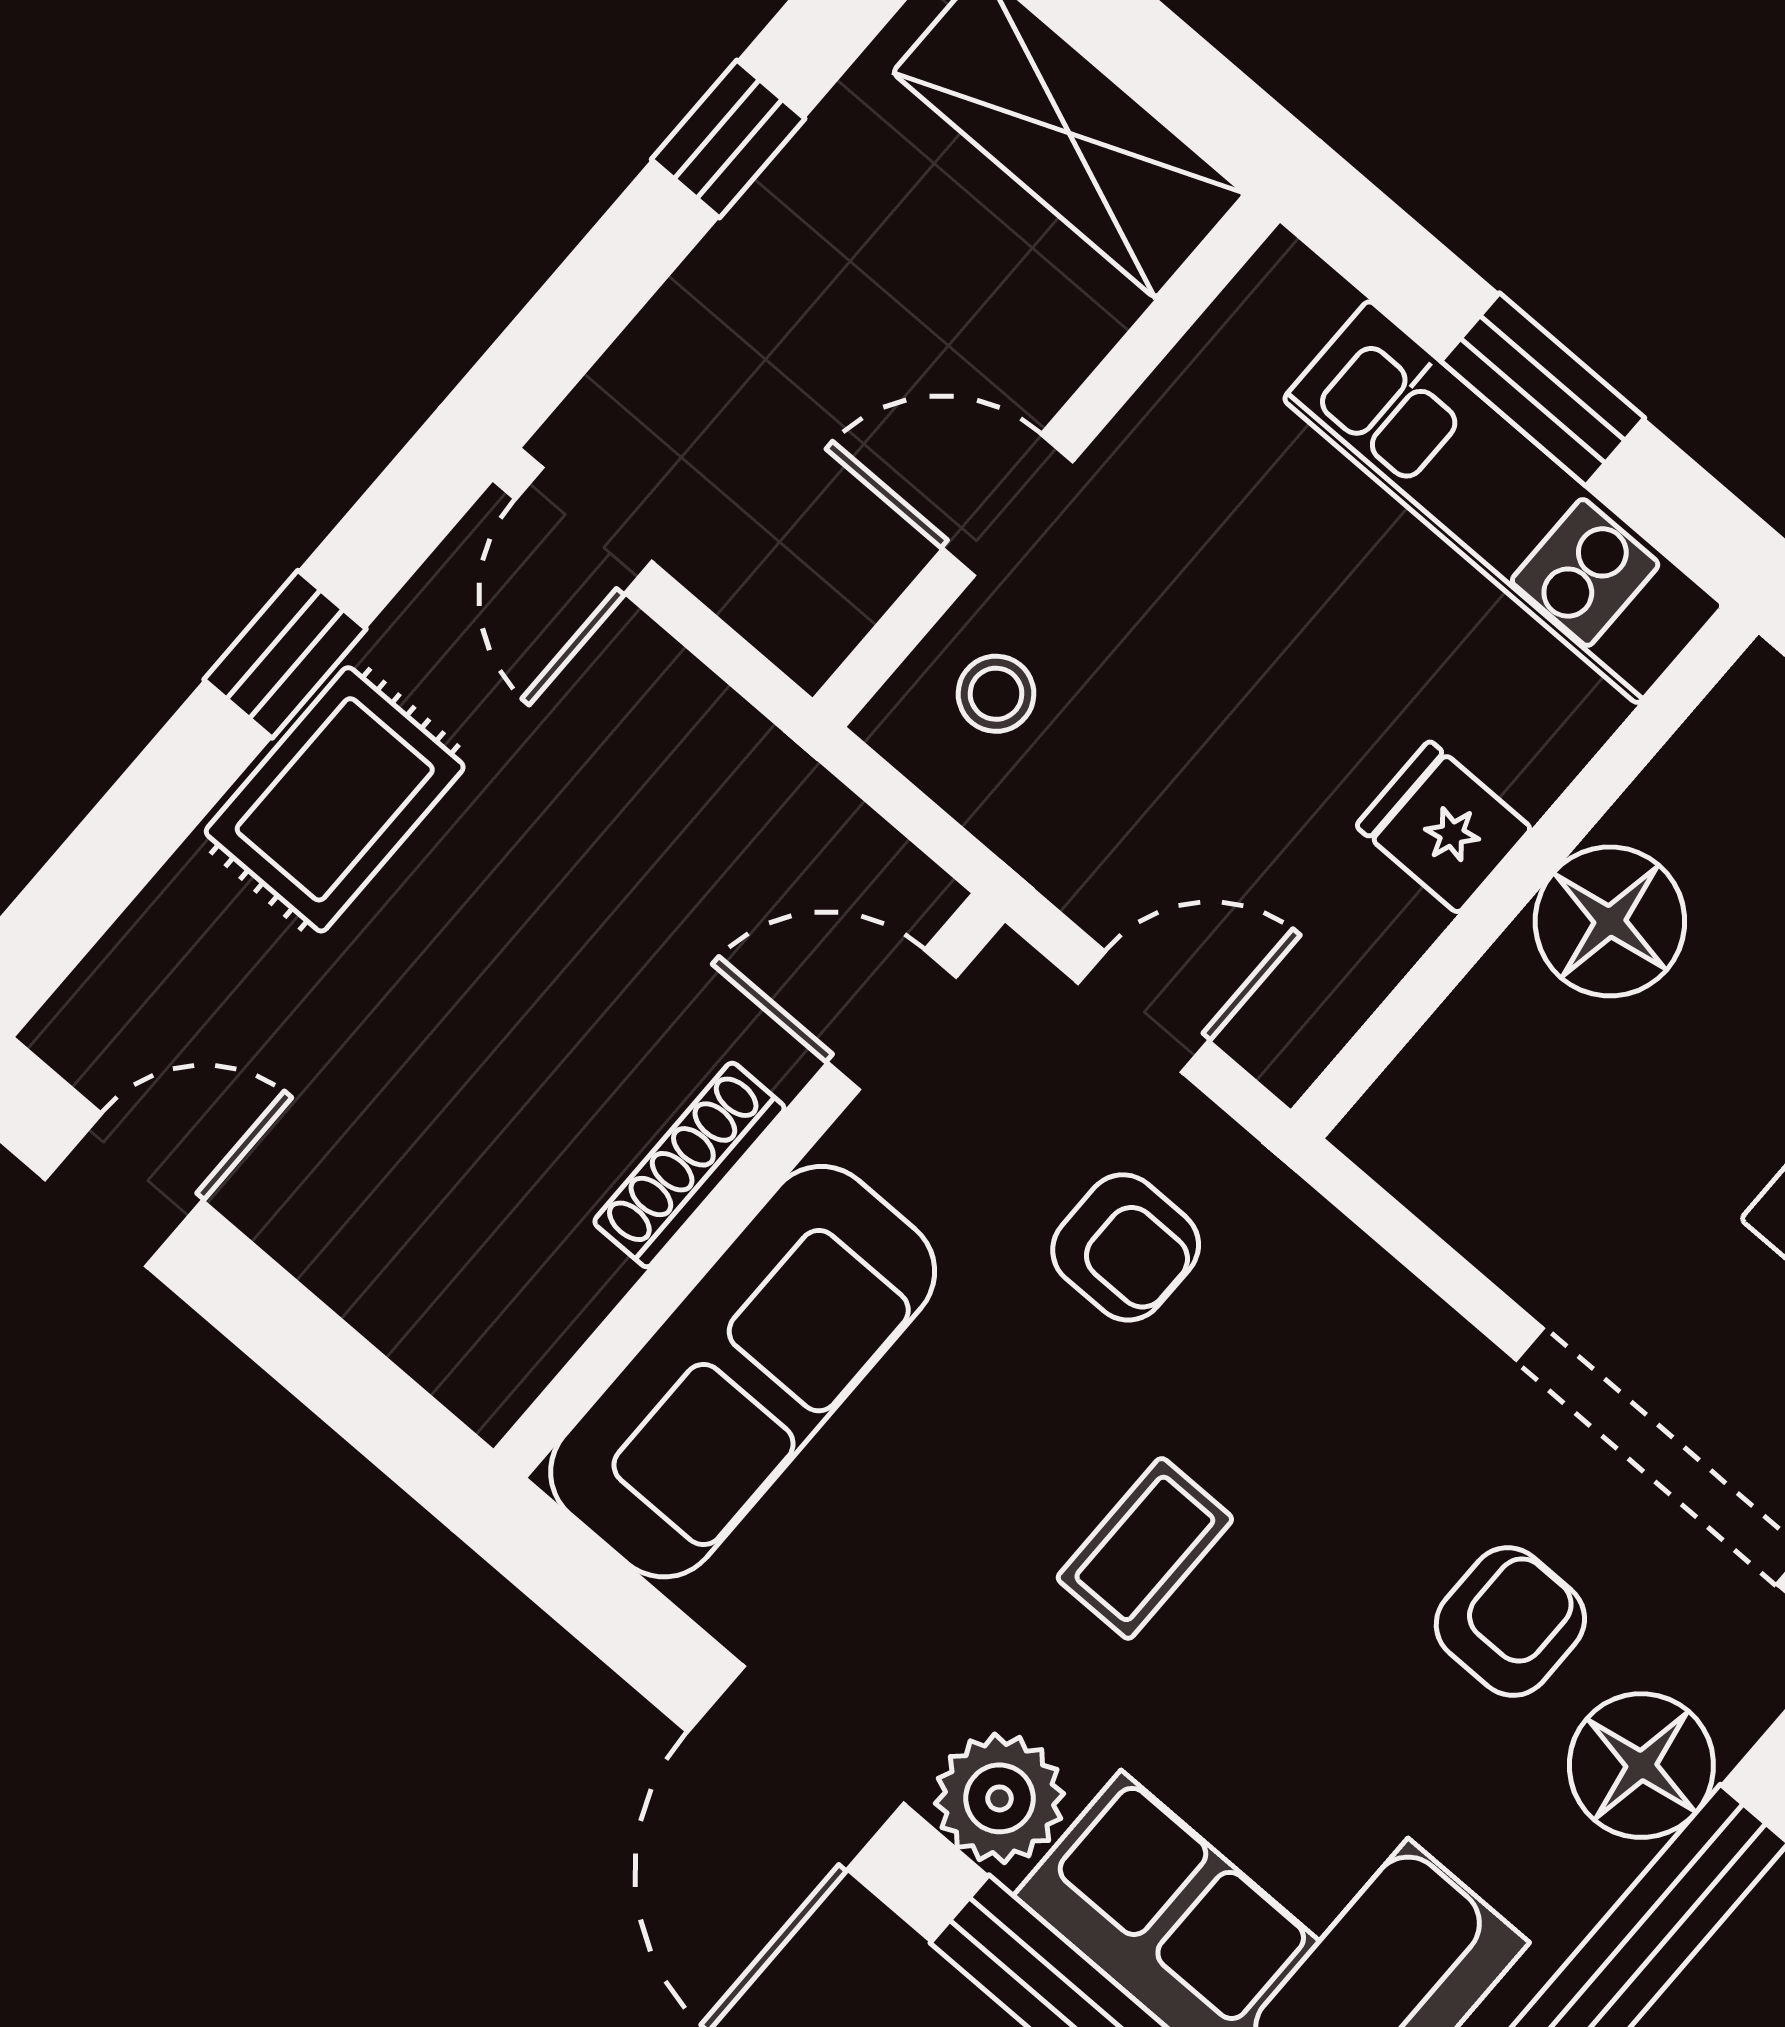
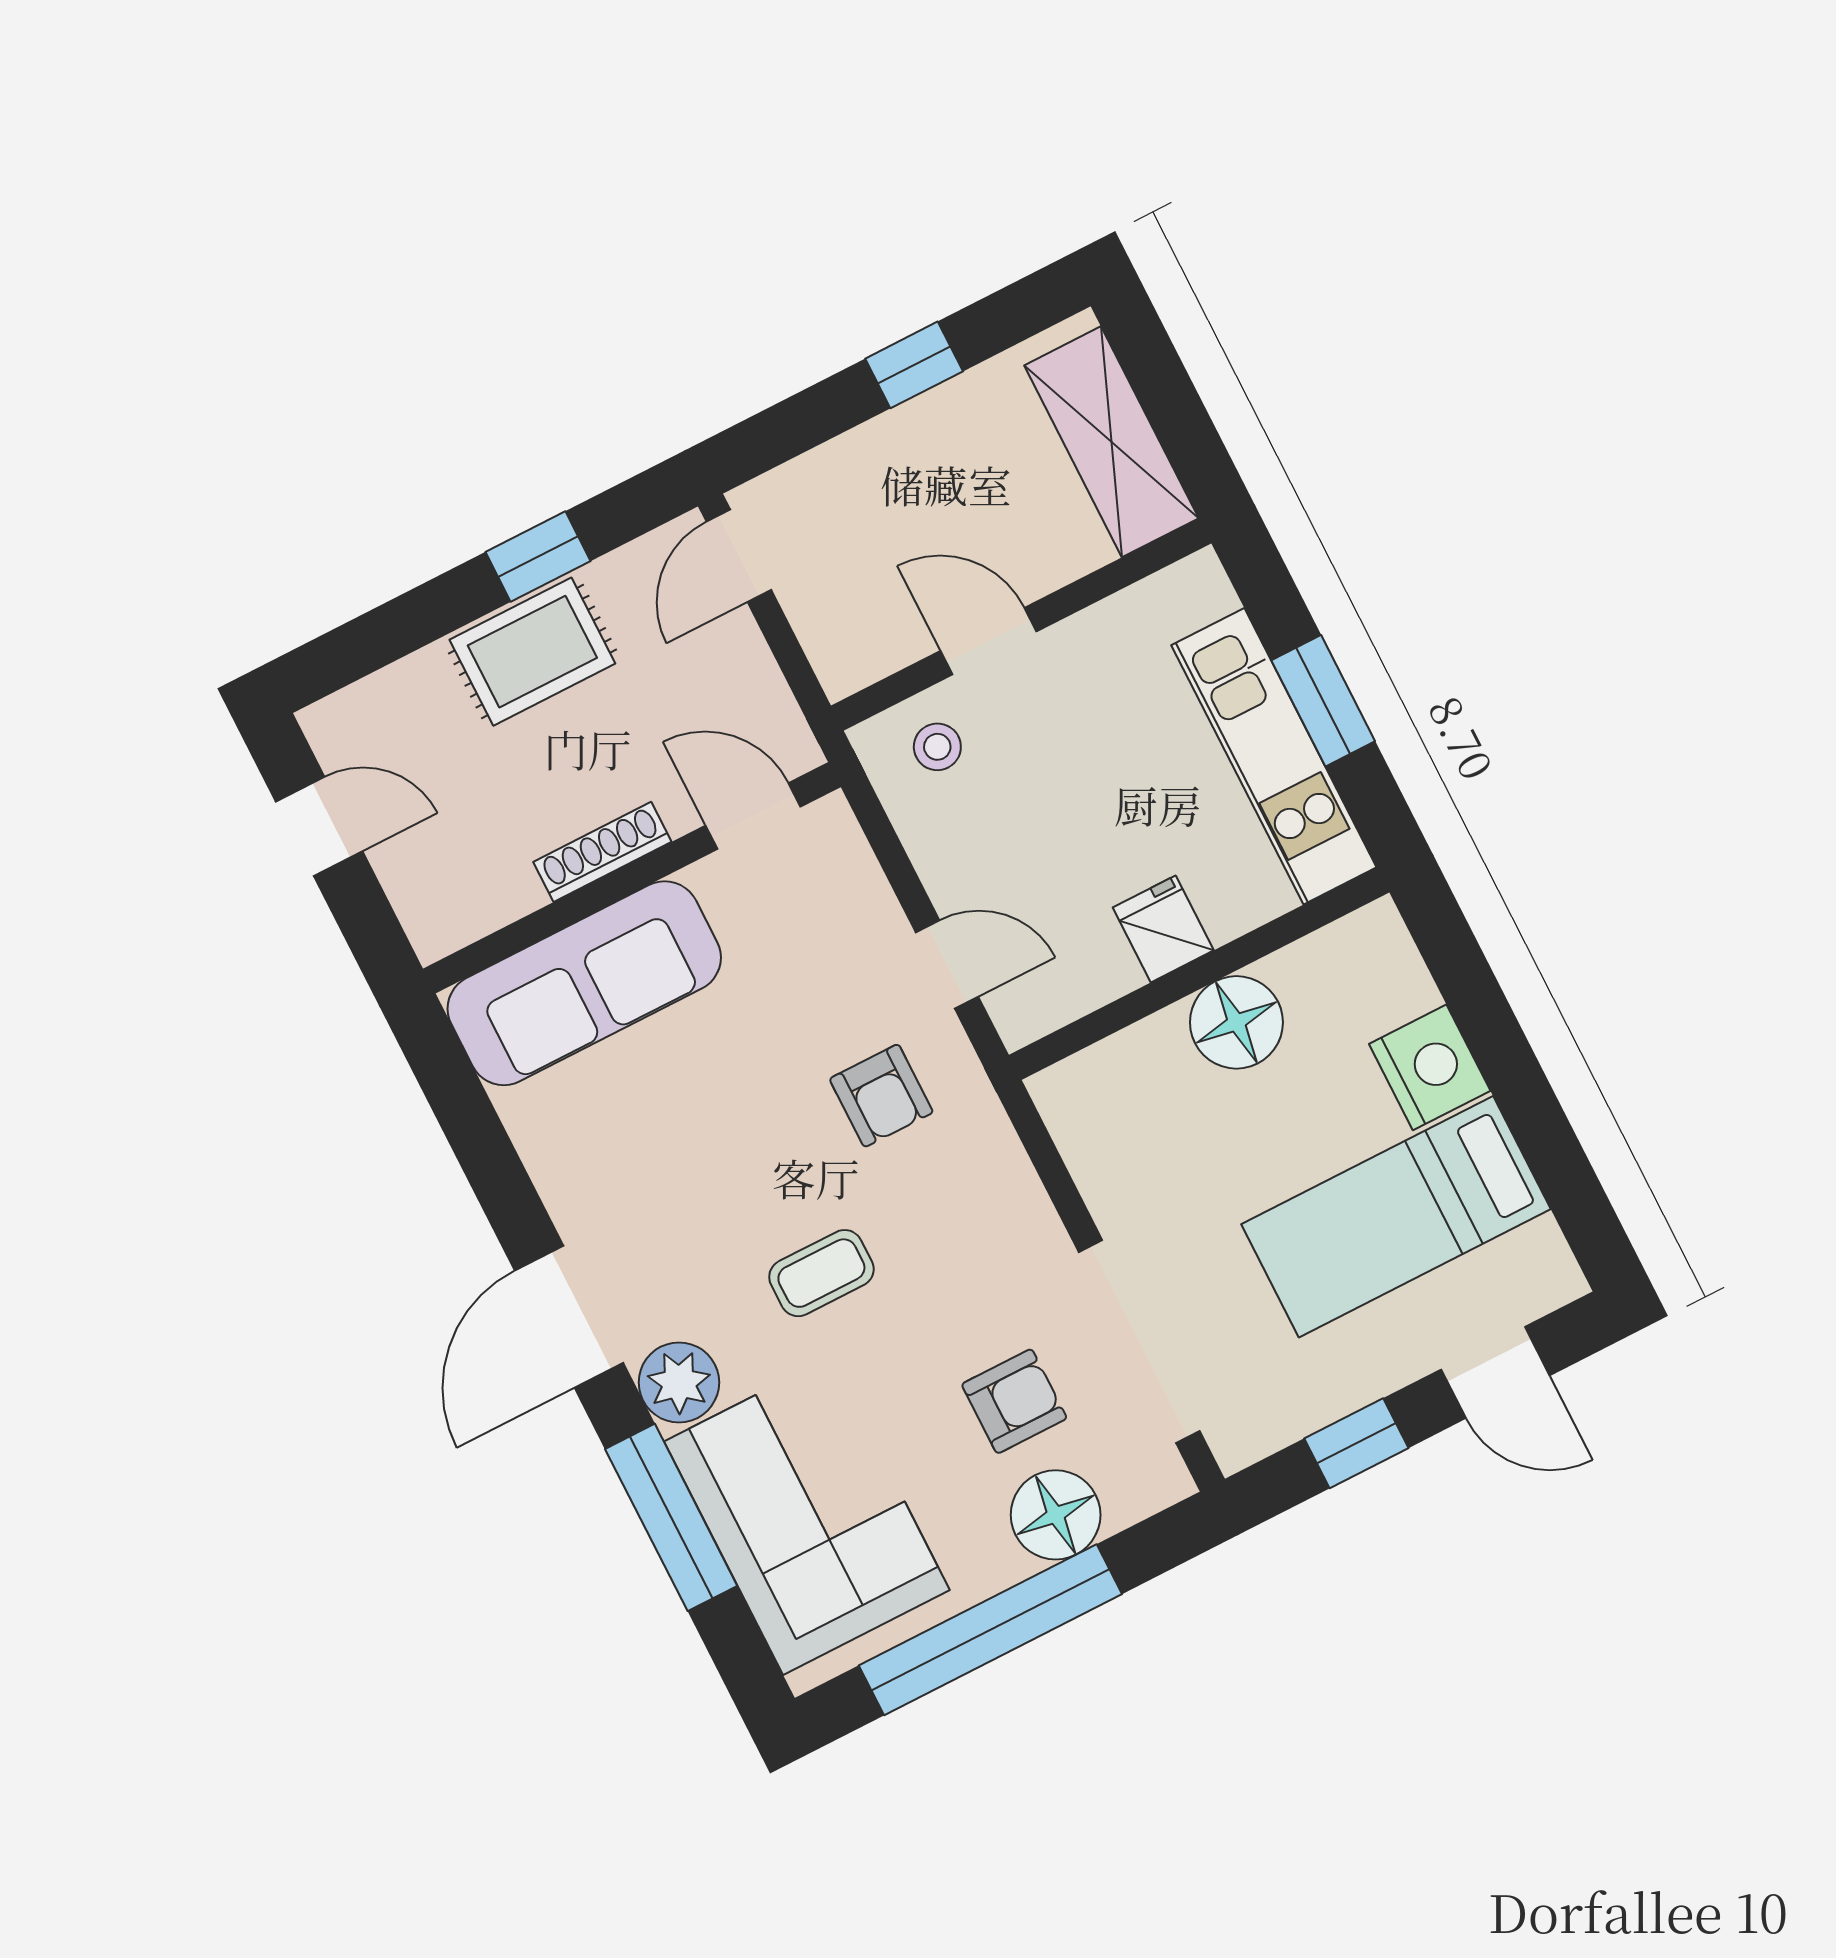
door: (892, 1020) -> (753, 816), moved
shoe rack: (689, 1165) -> (602, 852), moved
wall: (749, 1186) -> (632, 878), moved
sofa: (743, 1372) -> (584, 983), moved

